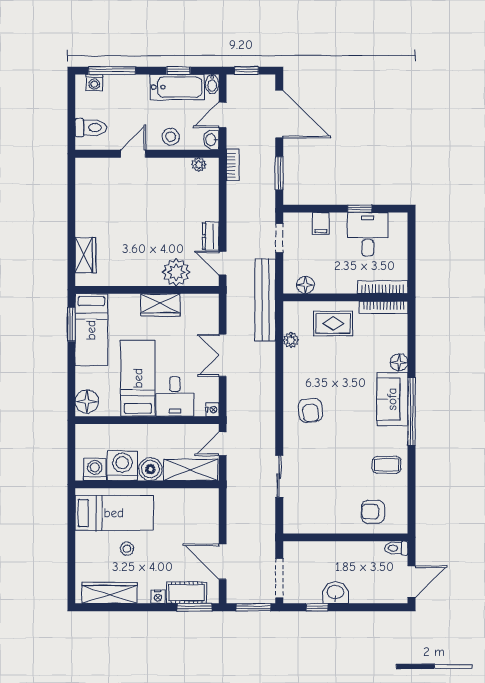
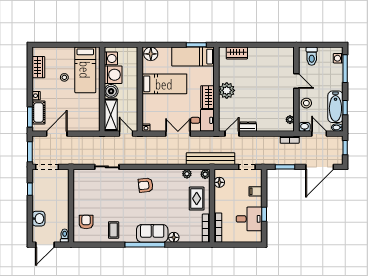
plant: (176, 272) -> (227, 90), moved
plant: (292, 309) -> (205, 174), added
desk: (175, 396) -> (202, 120), moved, turned 180
door: (412, 582) -> (45, 245), hinge flipped
wardrobe: (109, 593) -> (38, 67), width x0.67
washbasin: (335, 593) -> (39, 219), moved

